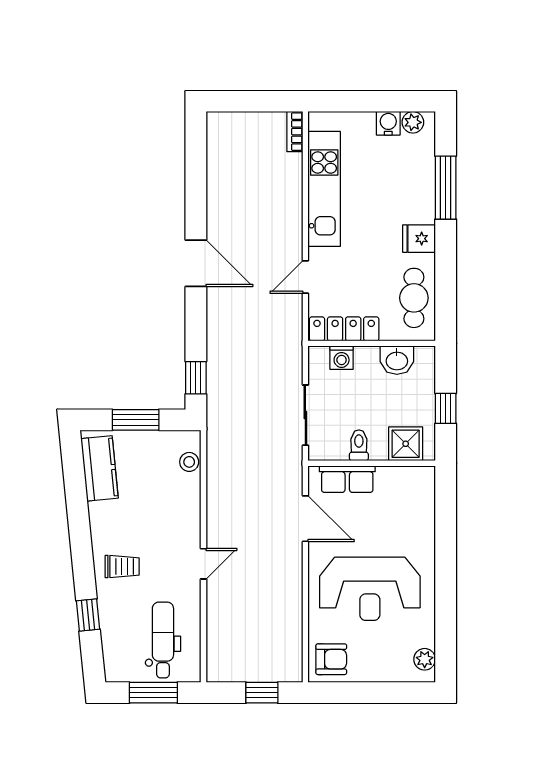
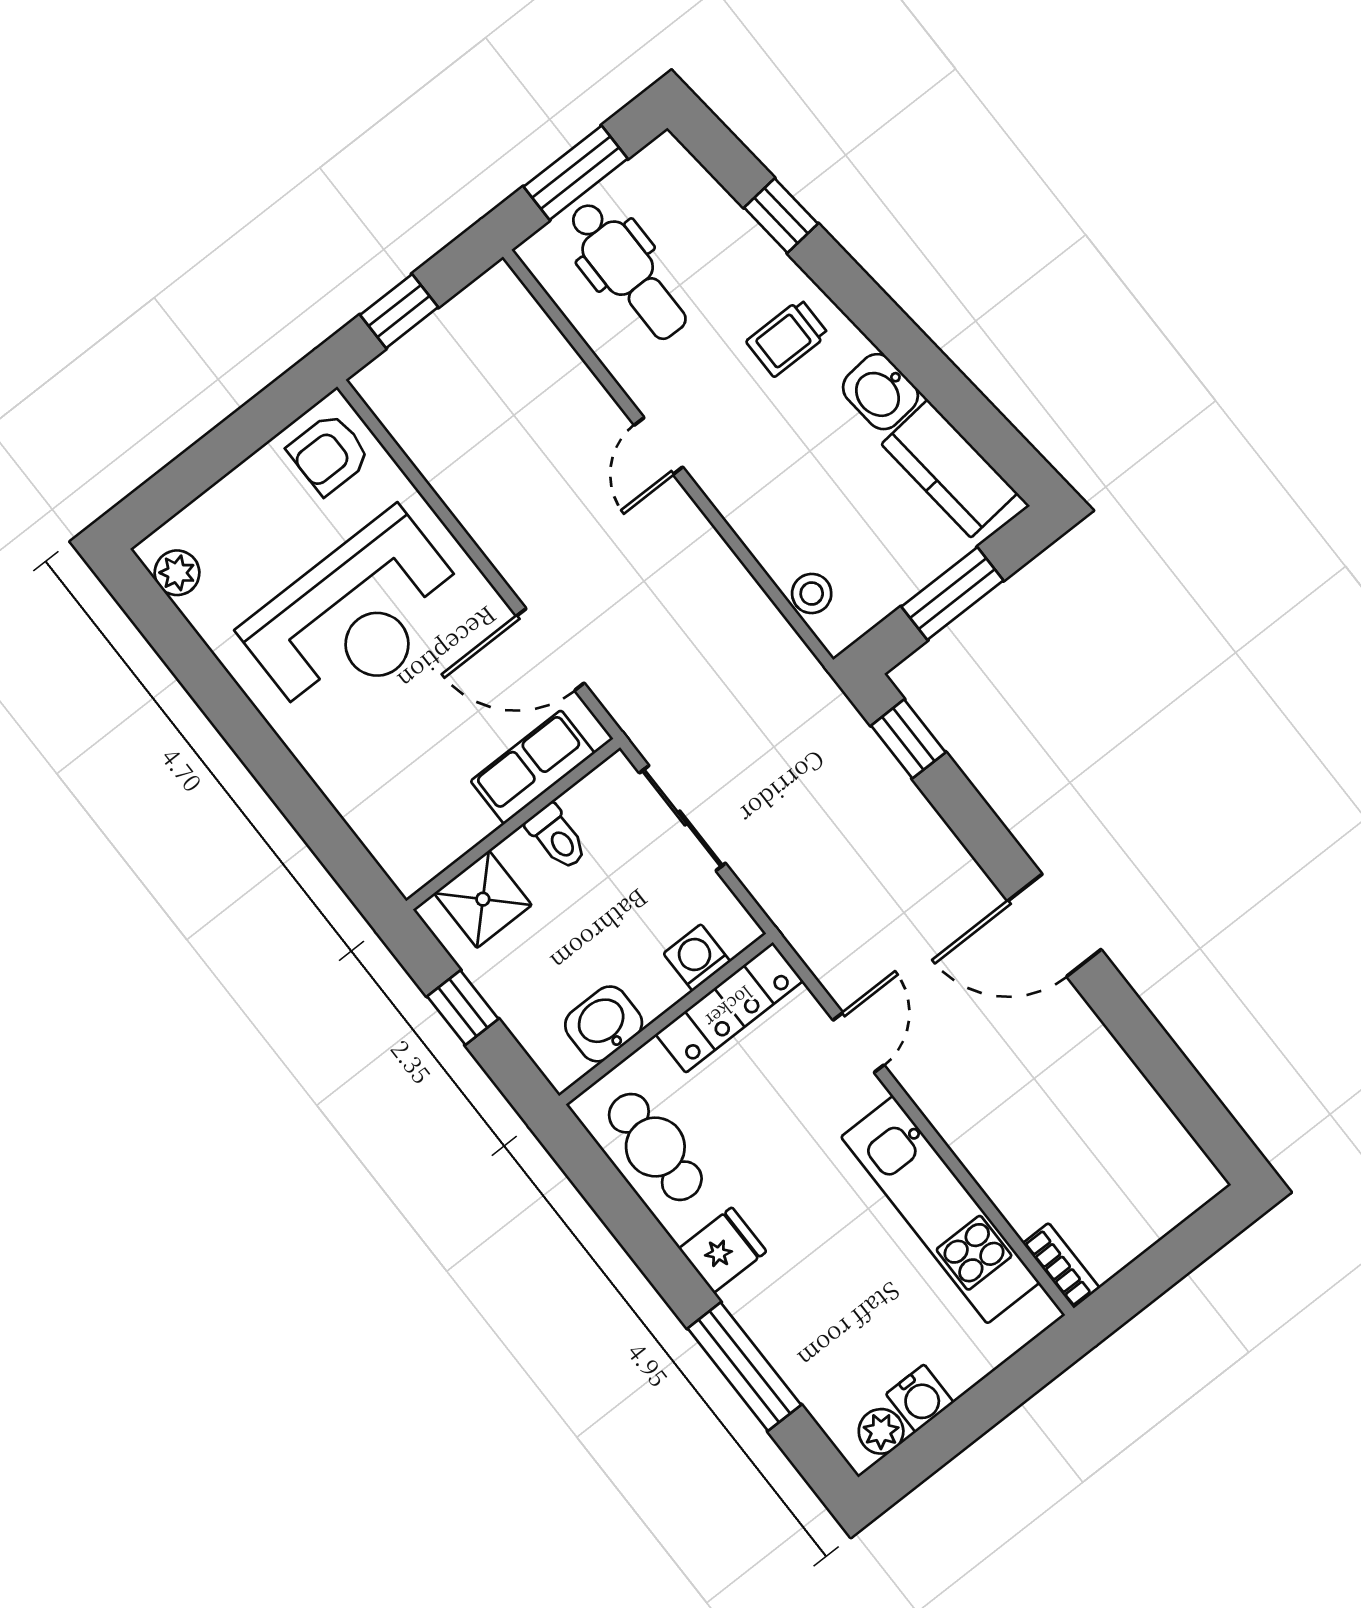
washbasin: (103, 518) -> (880, 392), added
reception desk: (370, 589) -> (356, 617), turned 180

